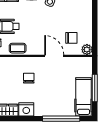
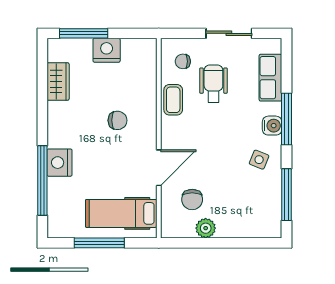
plant: (87, 50) -> (206, 228), moved
hospital bed: (84, 97) -> (121, 213), moved, turned 180
nightstand: (26, 109) -> (60, 163), moved

